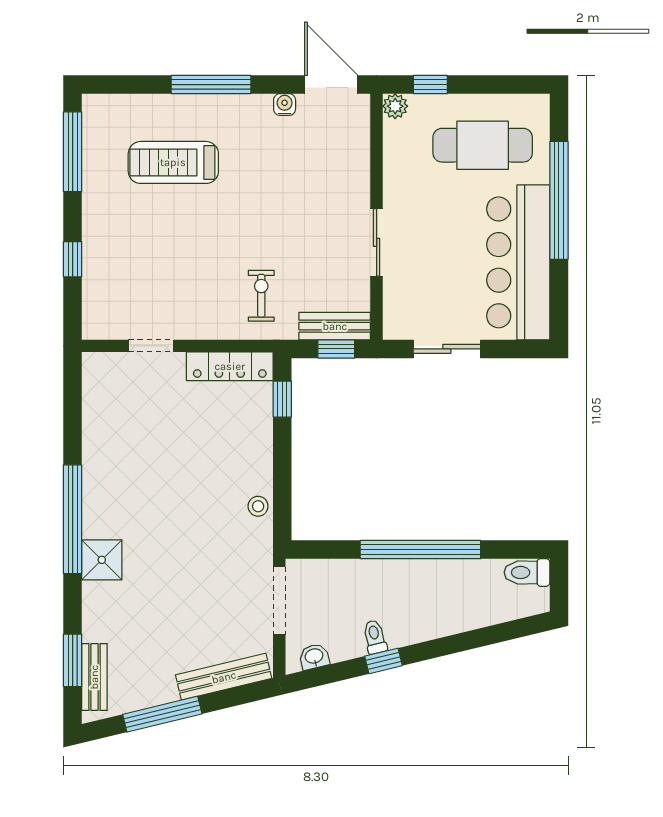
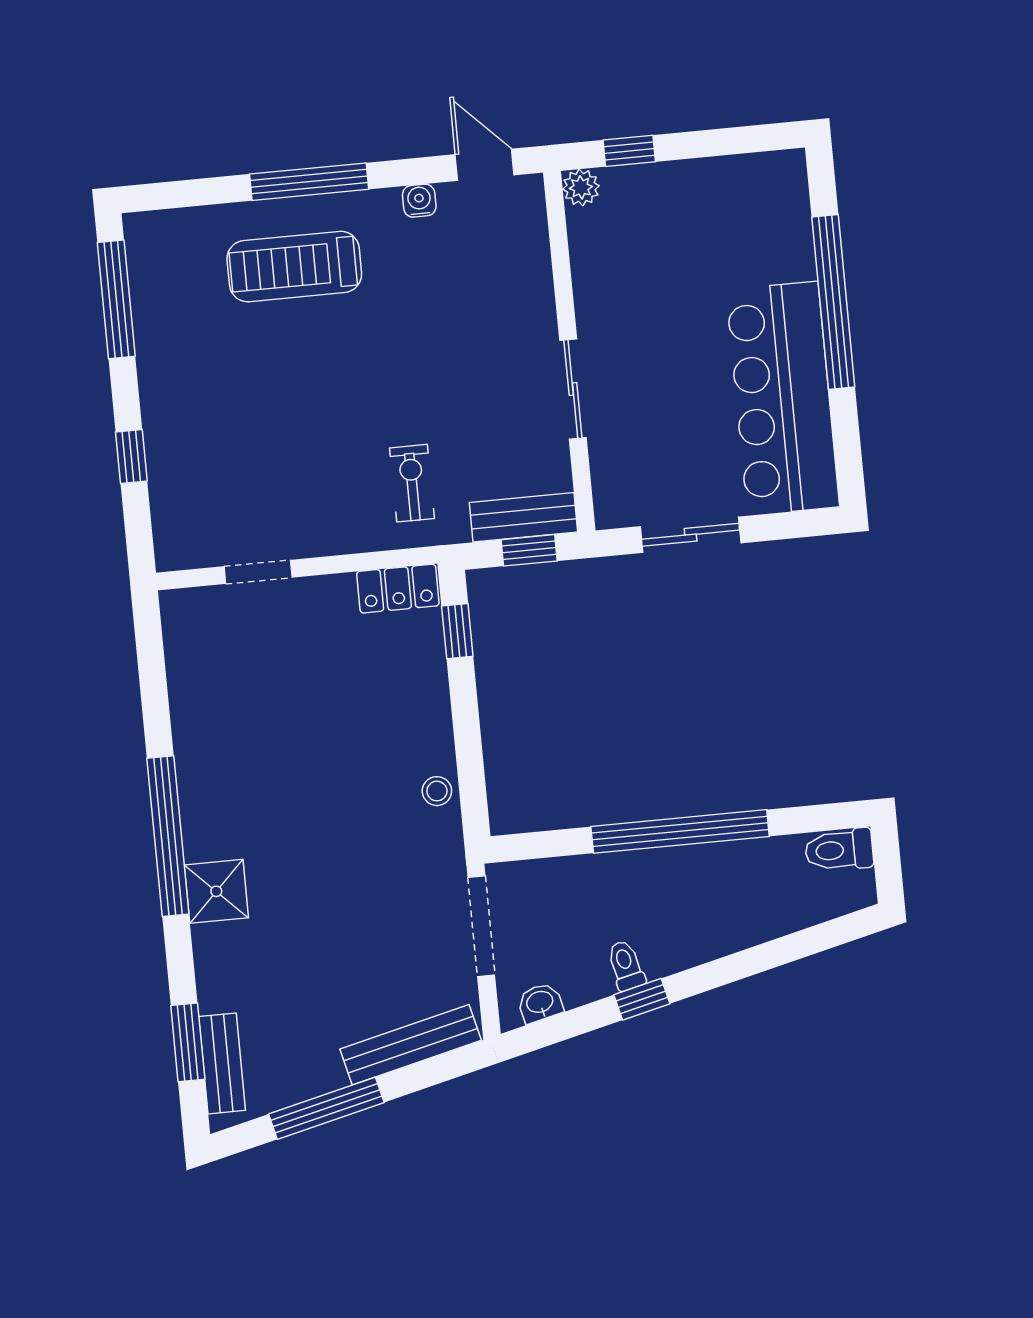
door: (331, 85) -> (485, 165), width x0.73
cafe table: (483, 145) -> (714, 232), removed
treadmill: (173, 162) -> (294, 267), moved
locker: (230, 366) -> (398, 589), width x0.66

